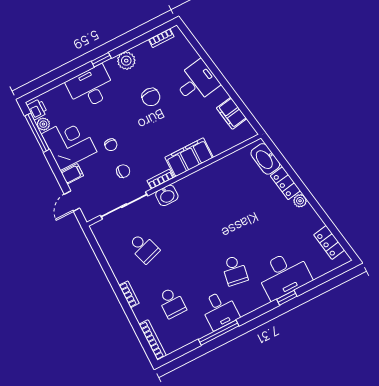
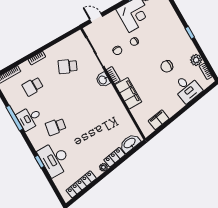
plant: (126, 61) -> (196, 60), moved
desk: (197, 82) -> (187, 88), moved
desk: (91, 87) -> (171, 27), removed
filing cabinet: (72, 174) -> (114, 17), removed
locker: (329, 242) -> (81, 184), width x1.53
school desk: (144, 248) -> (68, 66), turned 42

